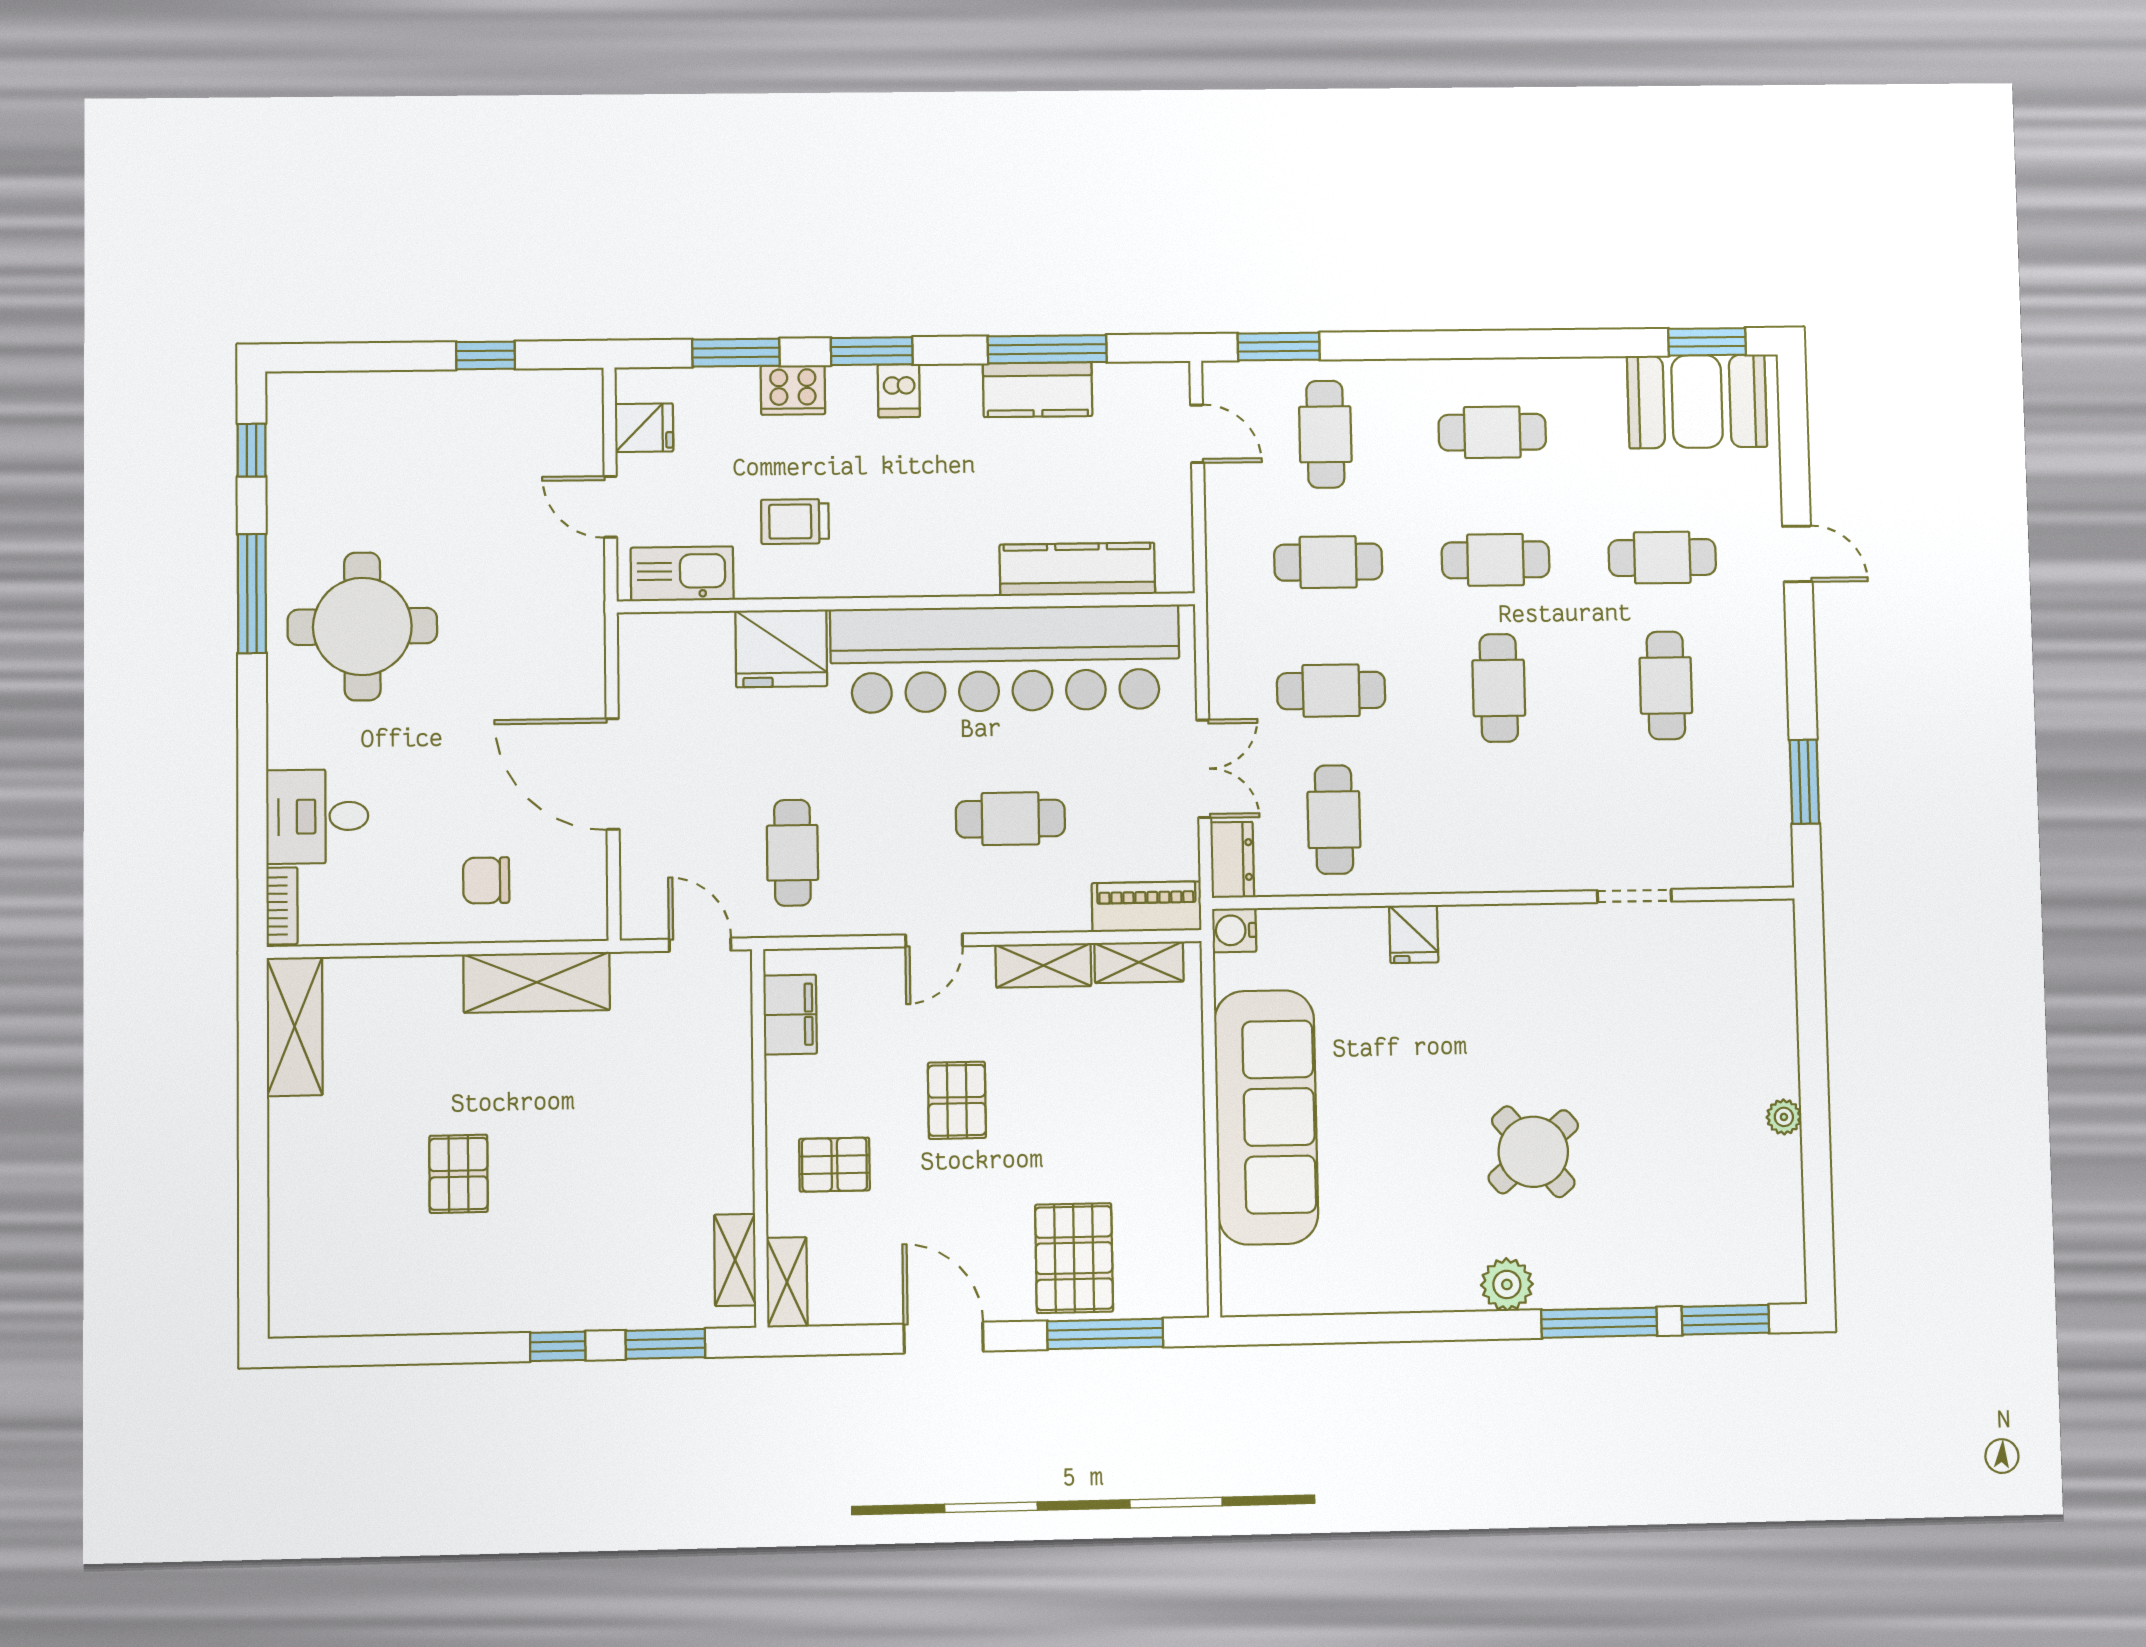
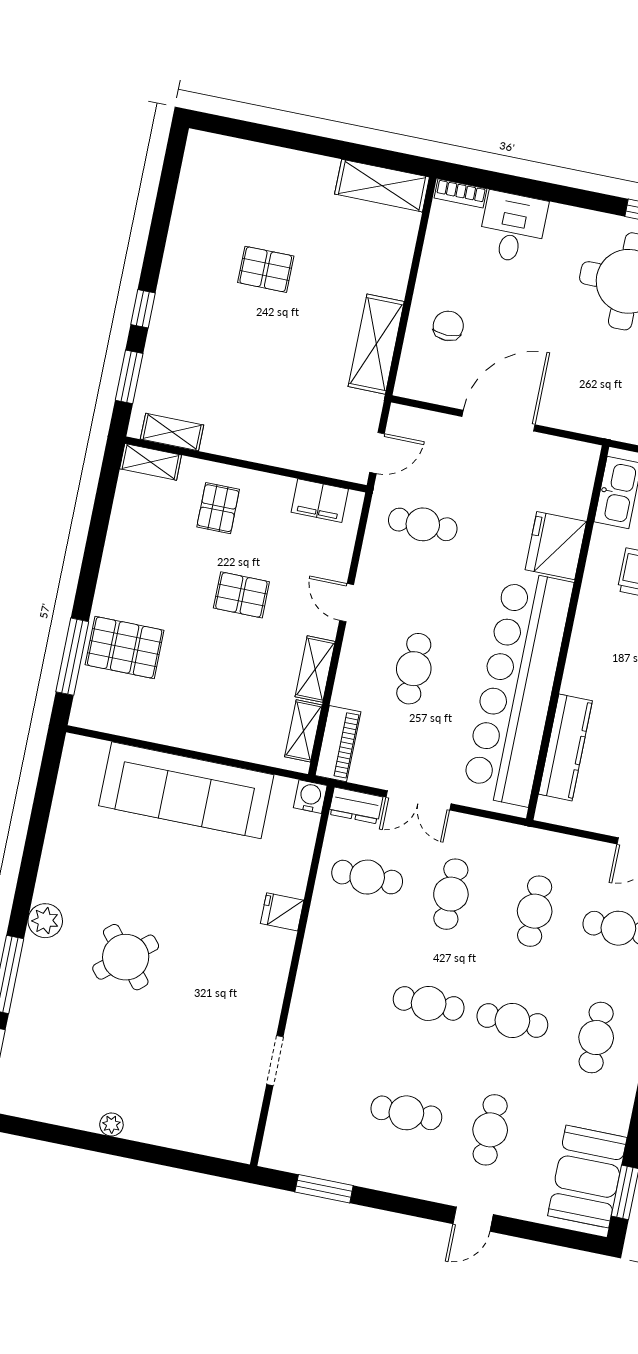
cafe table: (1496, 560) -> (512, 1020), turned 90
door: (944, 1338) -> (93, 554), removed

